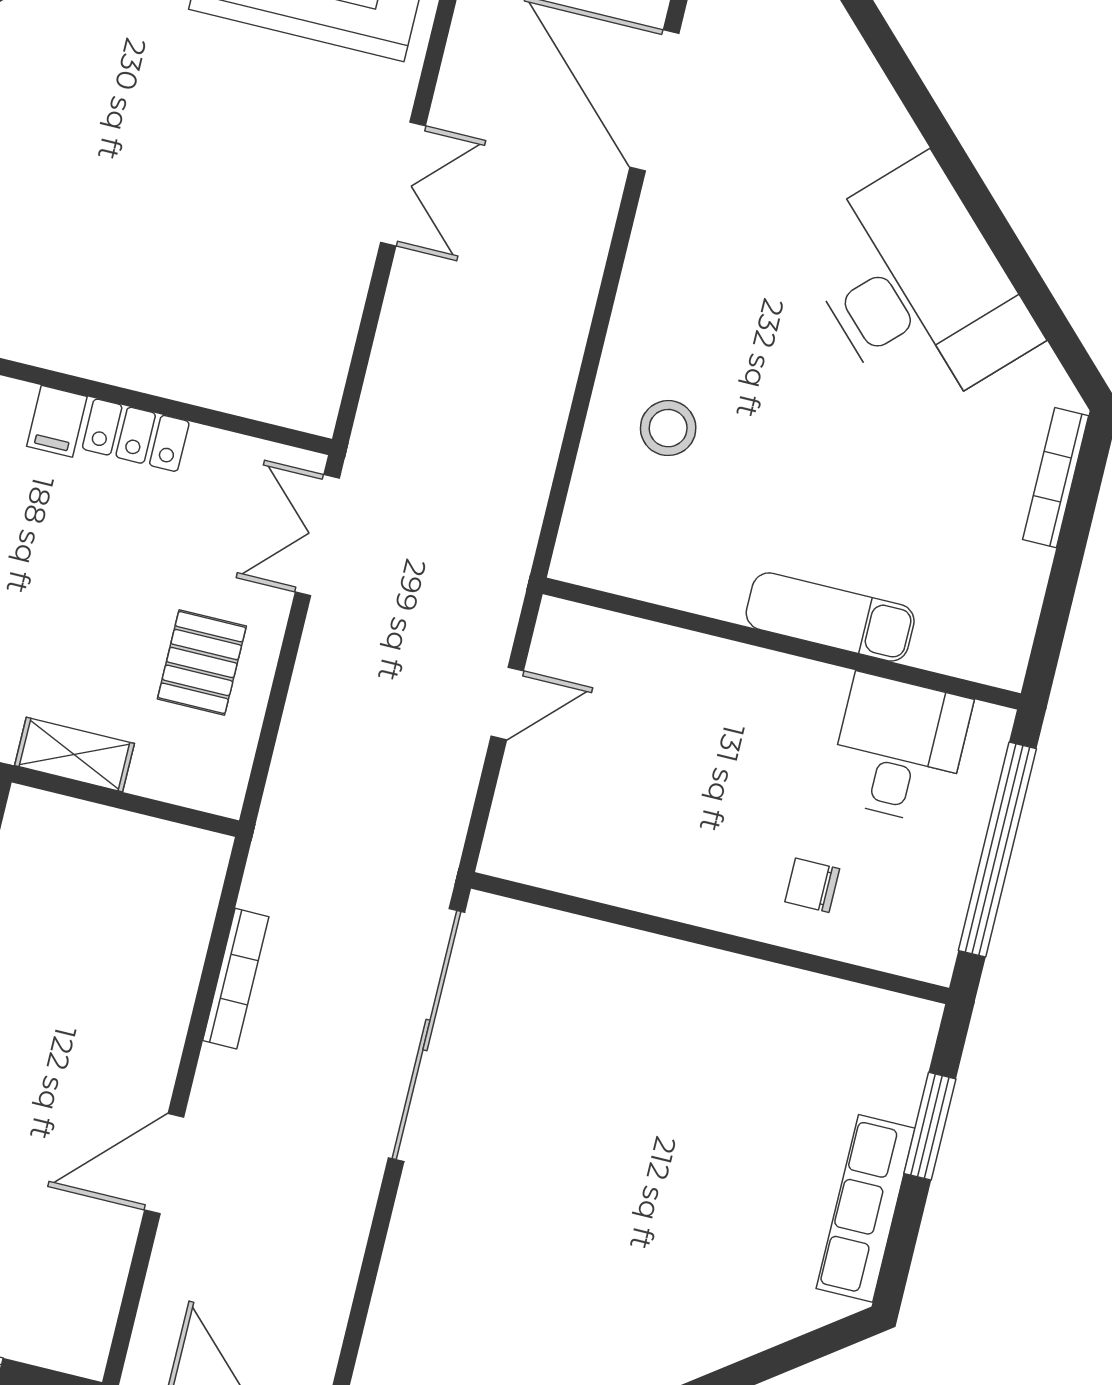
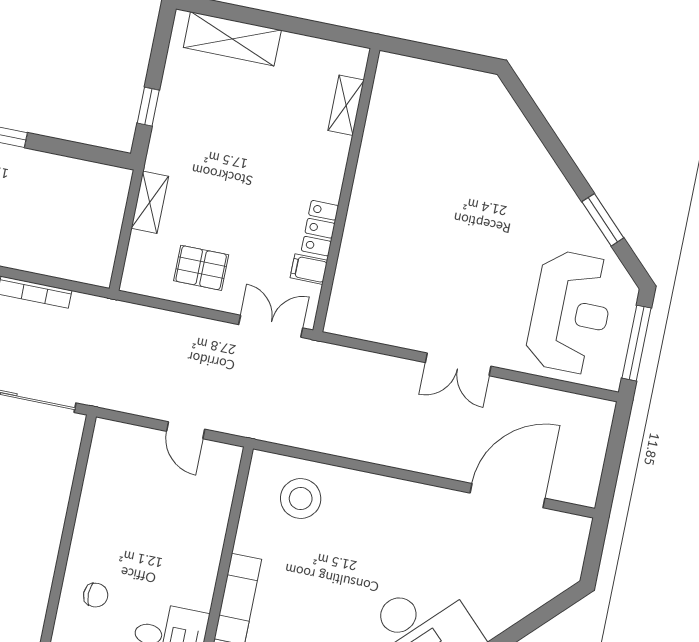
filing cabinet: (57, 421) -> (309, 269), moved
stool: (668, 428) -> (301, 499), moved, width x1.38, depth x1.38
chair: (812, 885) -> (96, 595), turned 90

